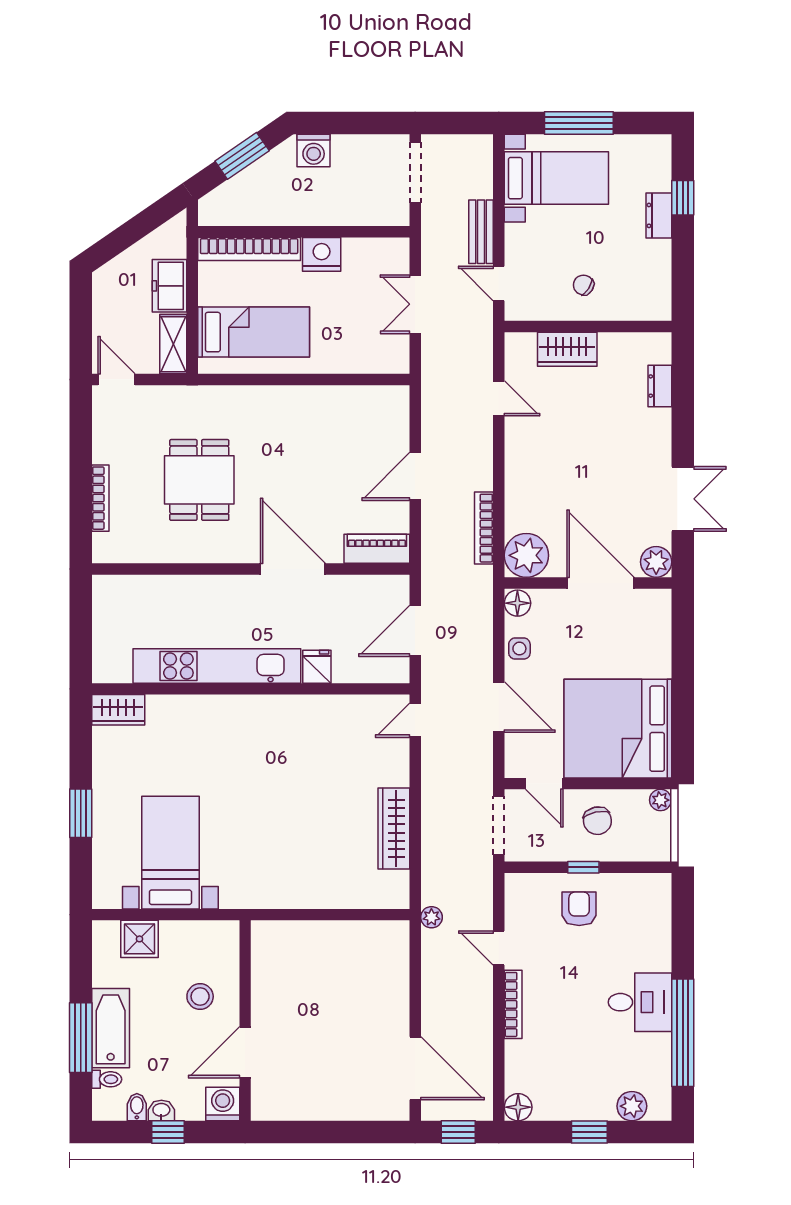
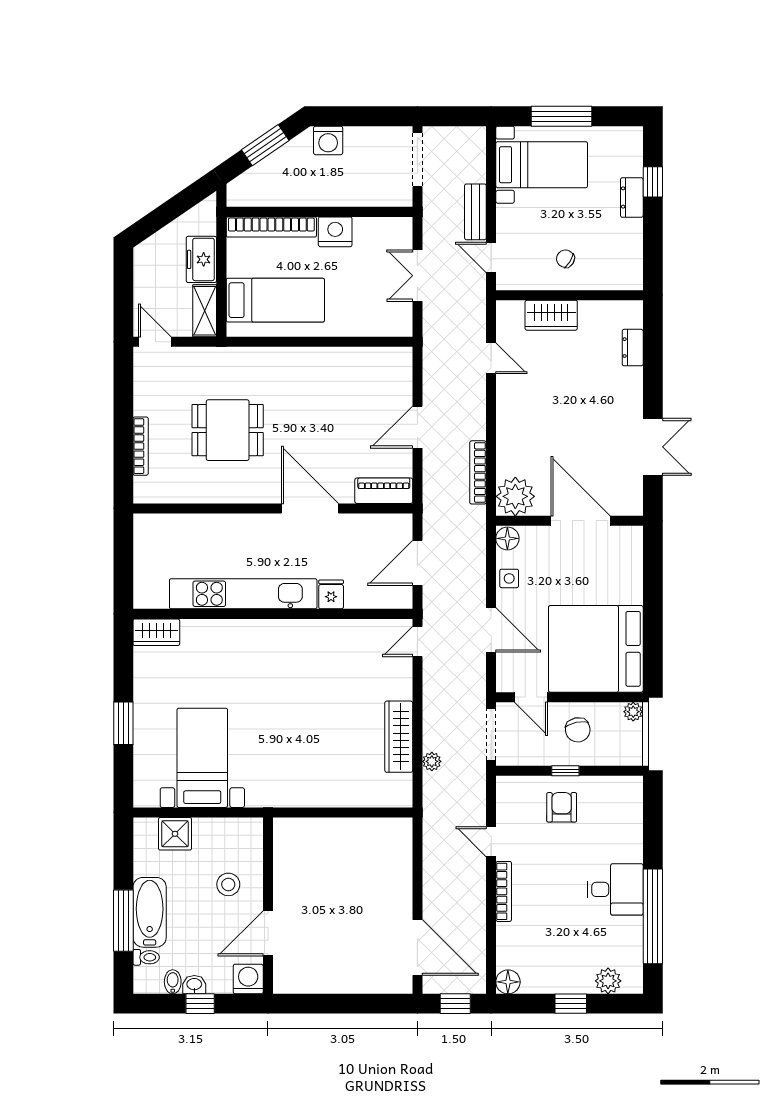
dining table: (199, 480) -> (228, 430), turned 90
plant: (656, 562) -> (629, 502), removed
plant: (431, 917) -> (432, 761), moved

